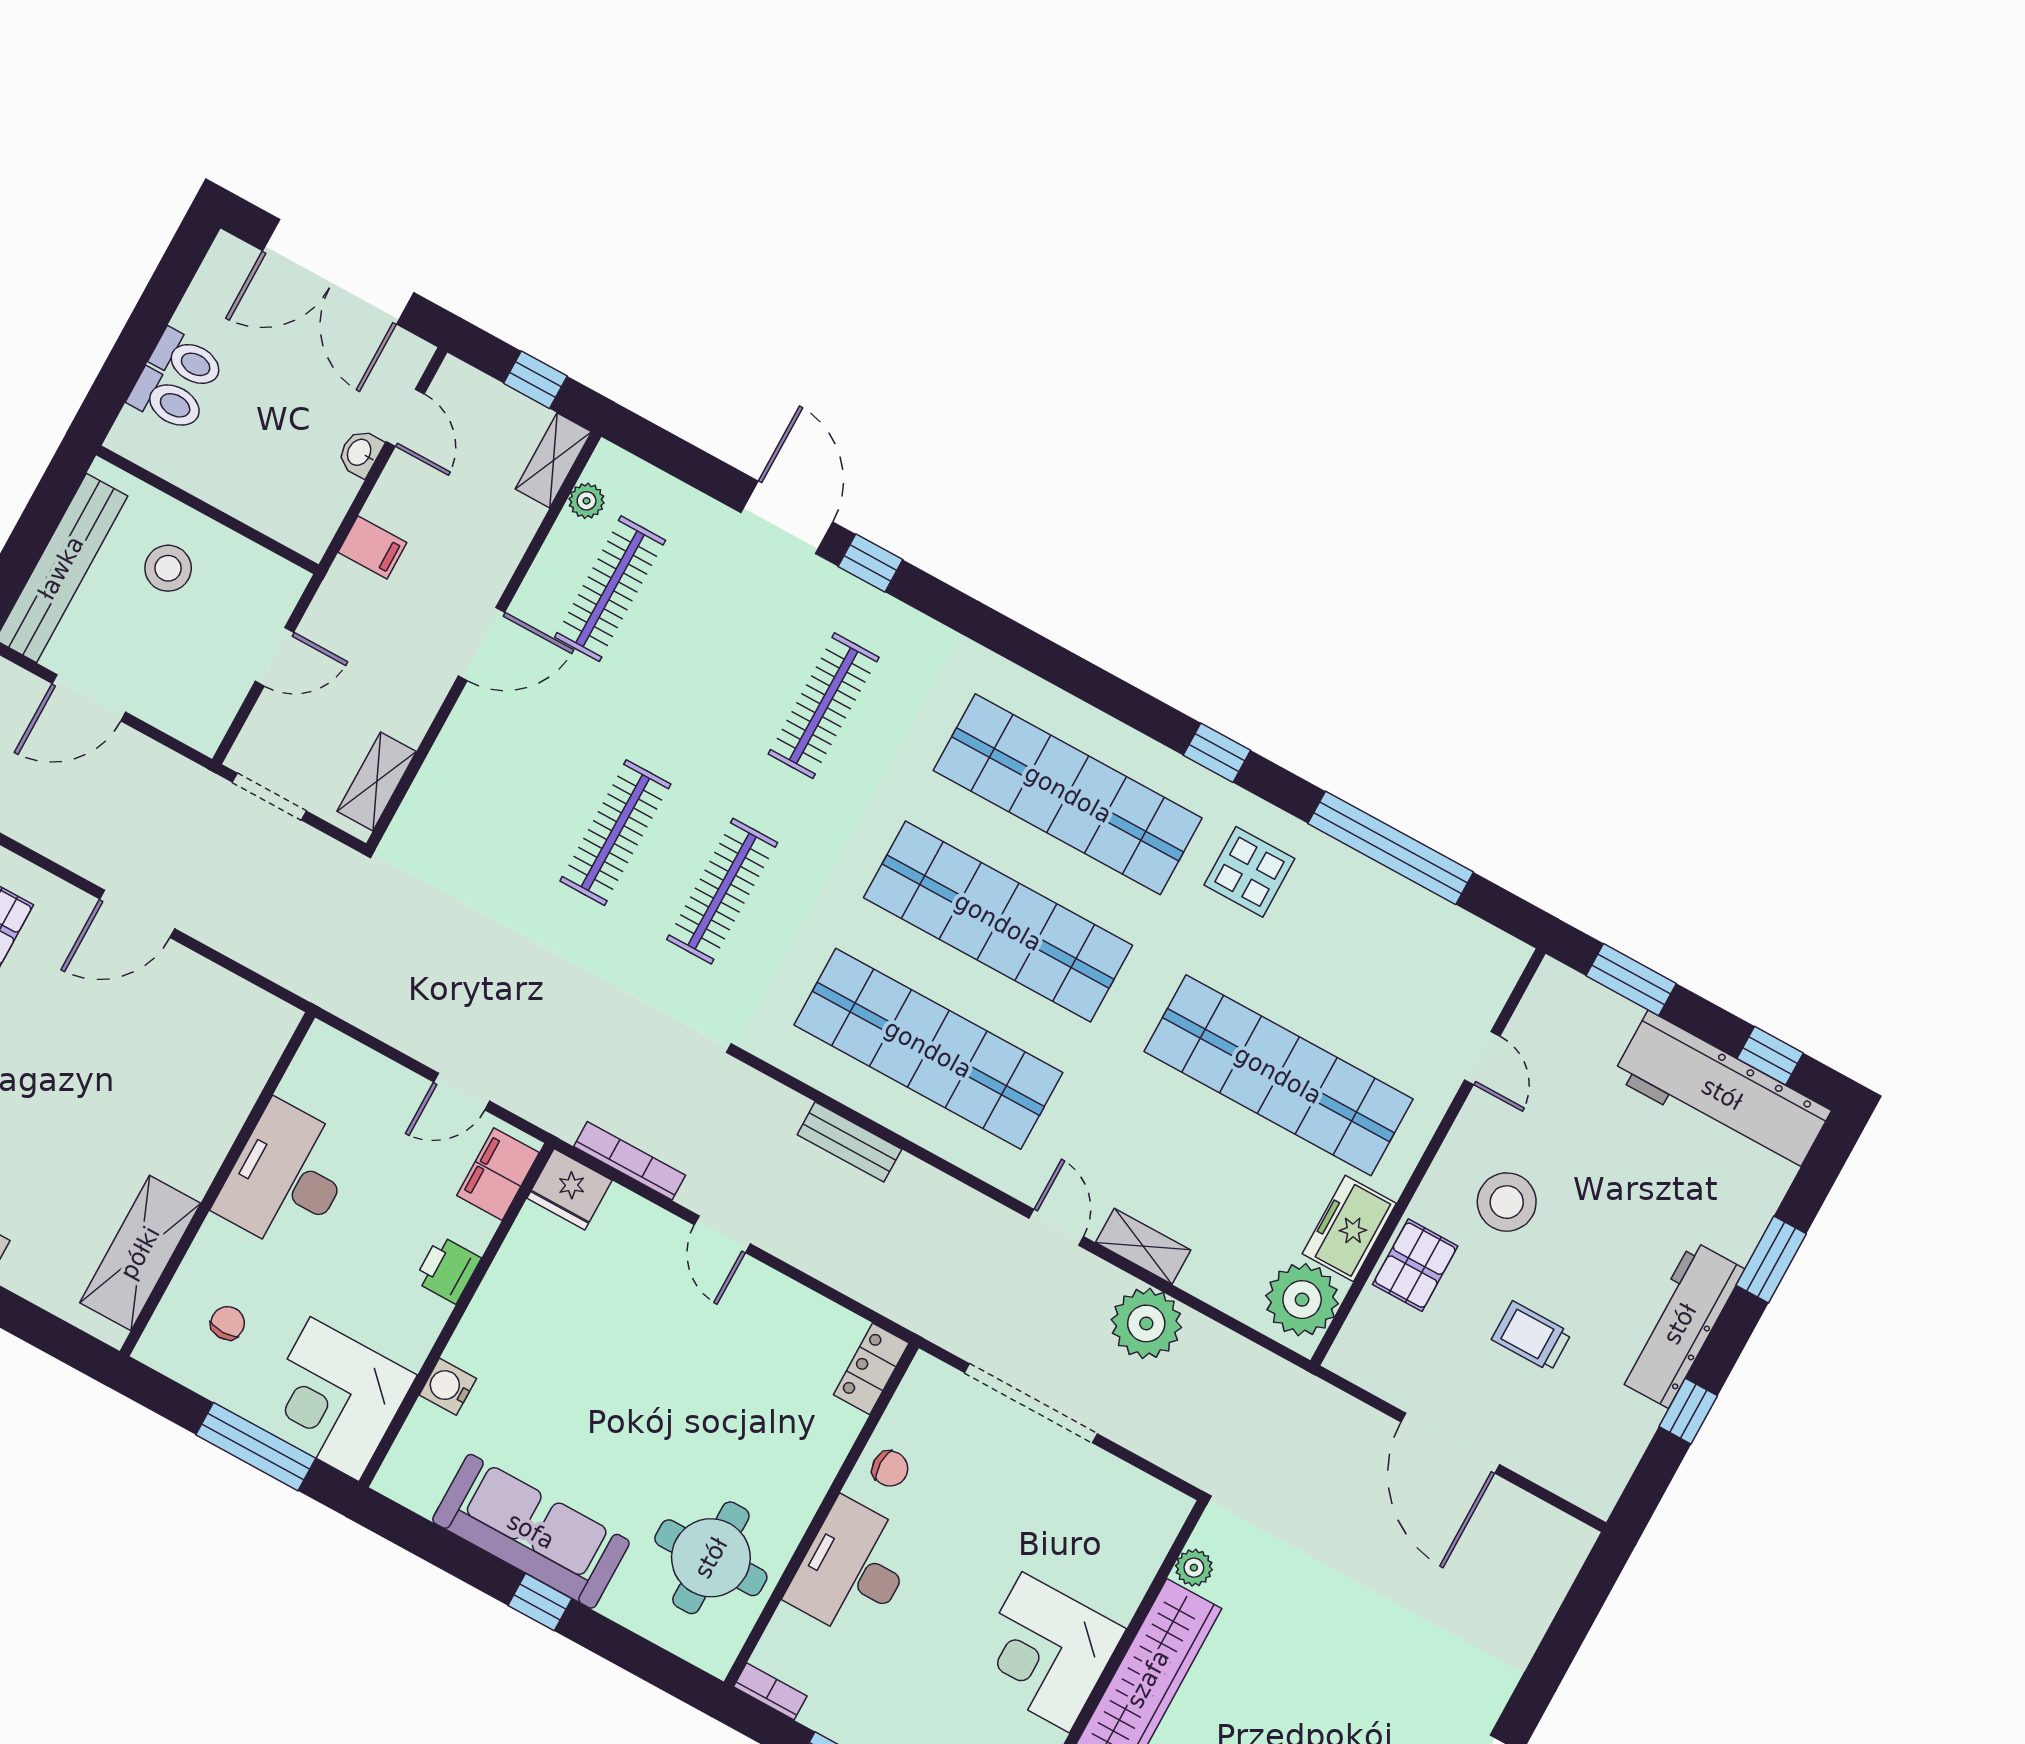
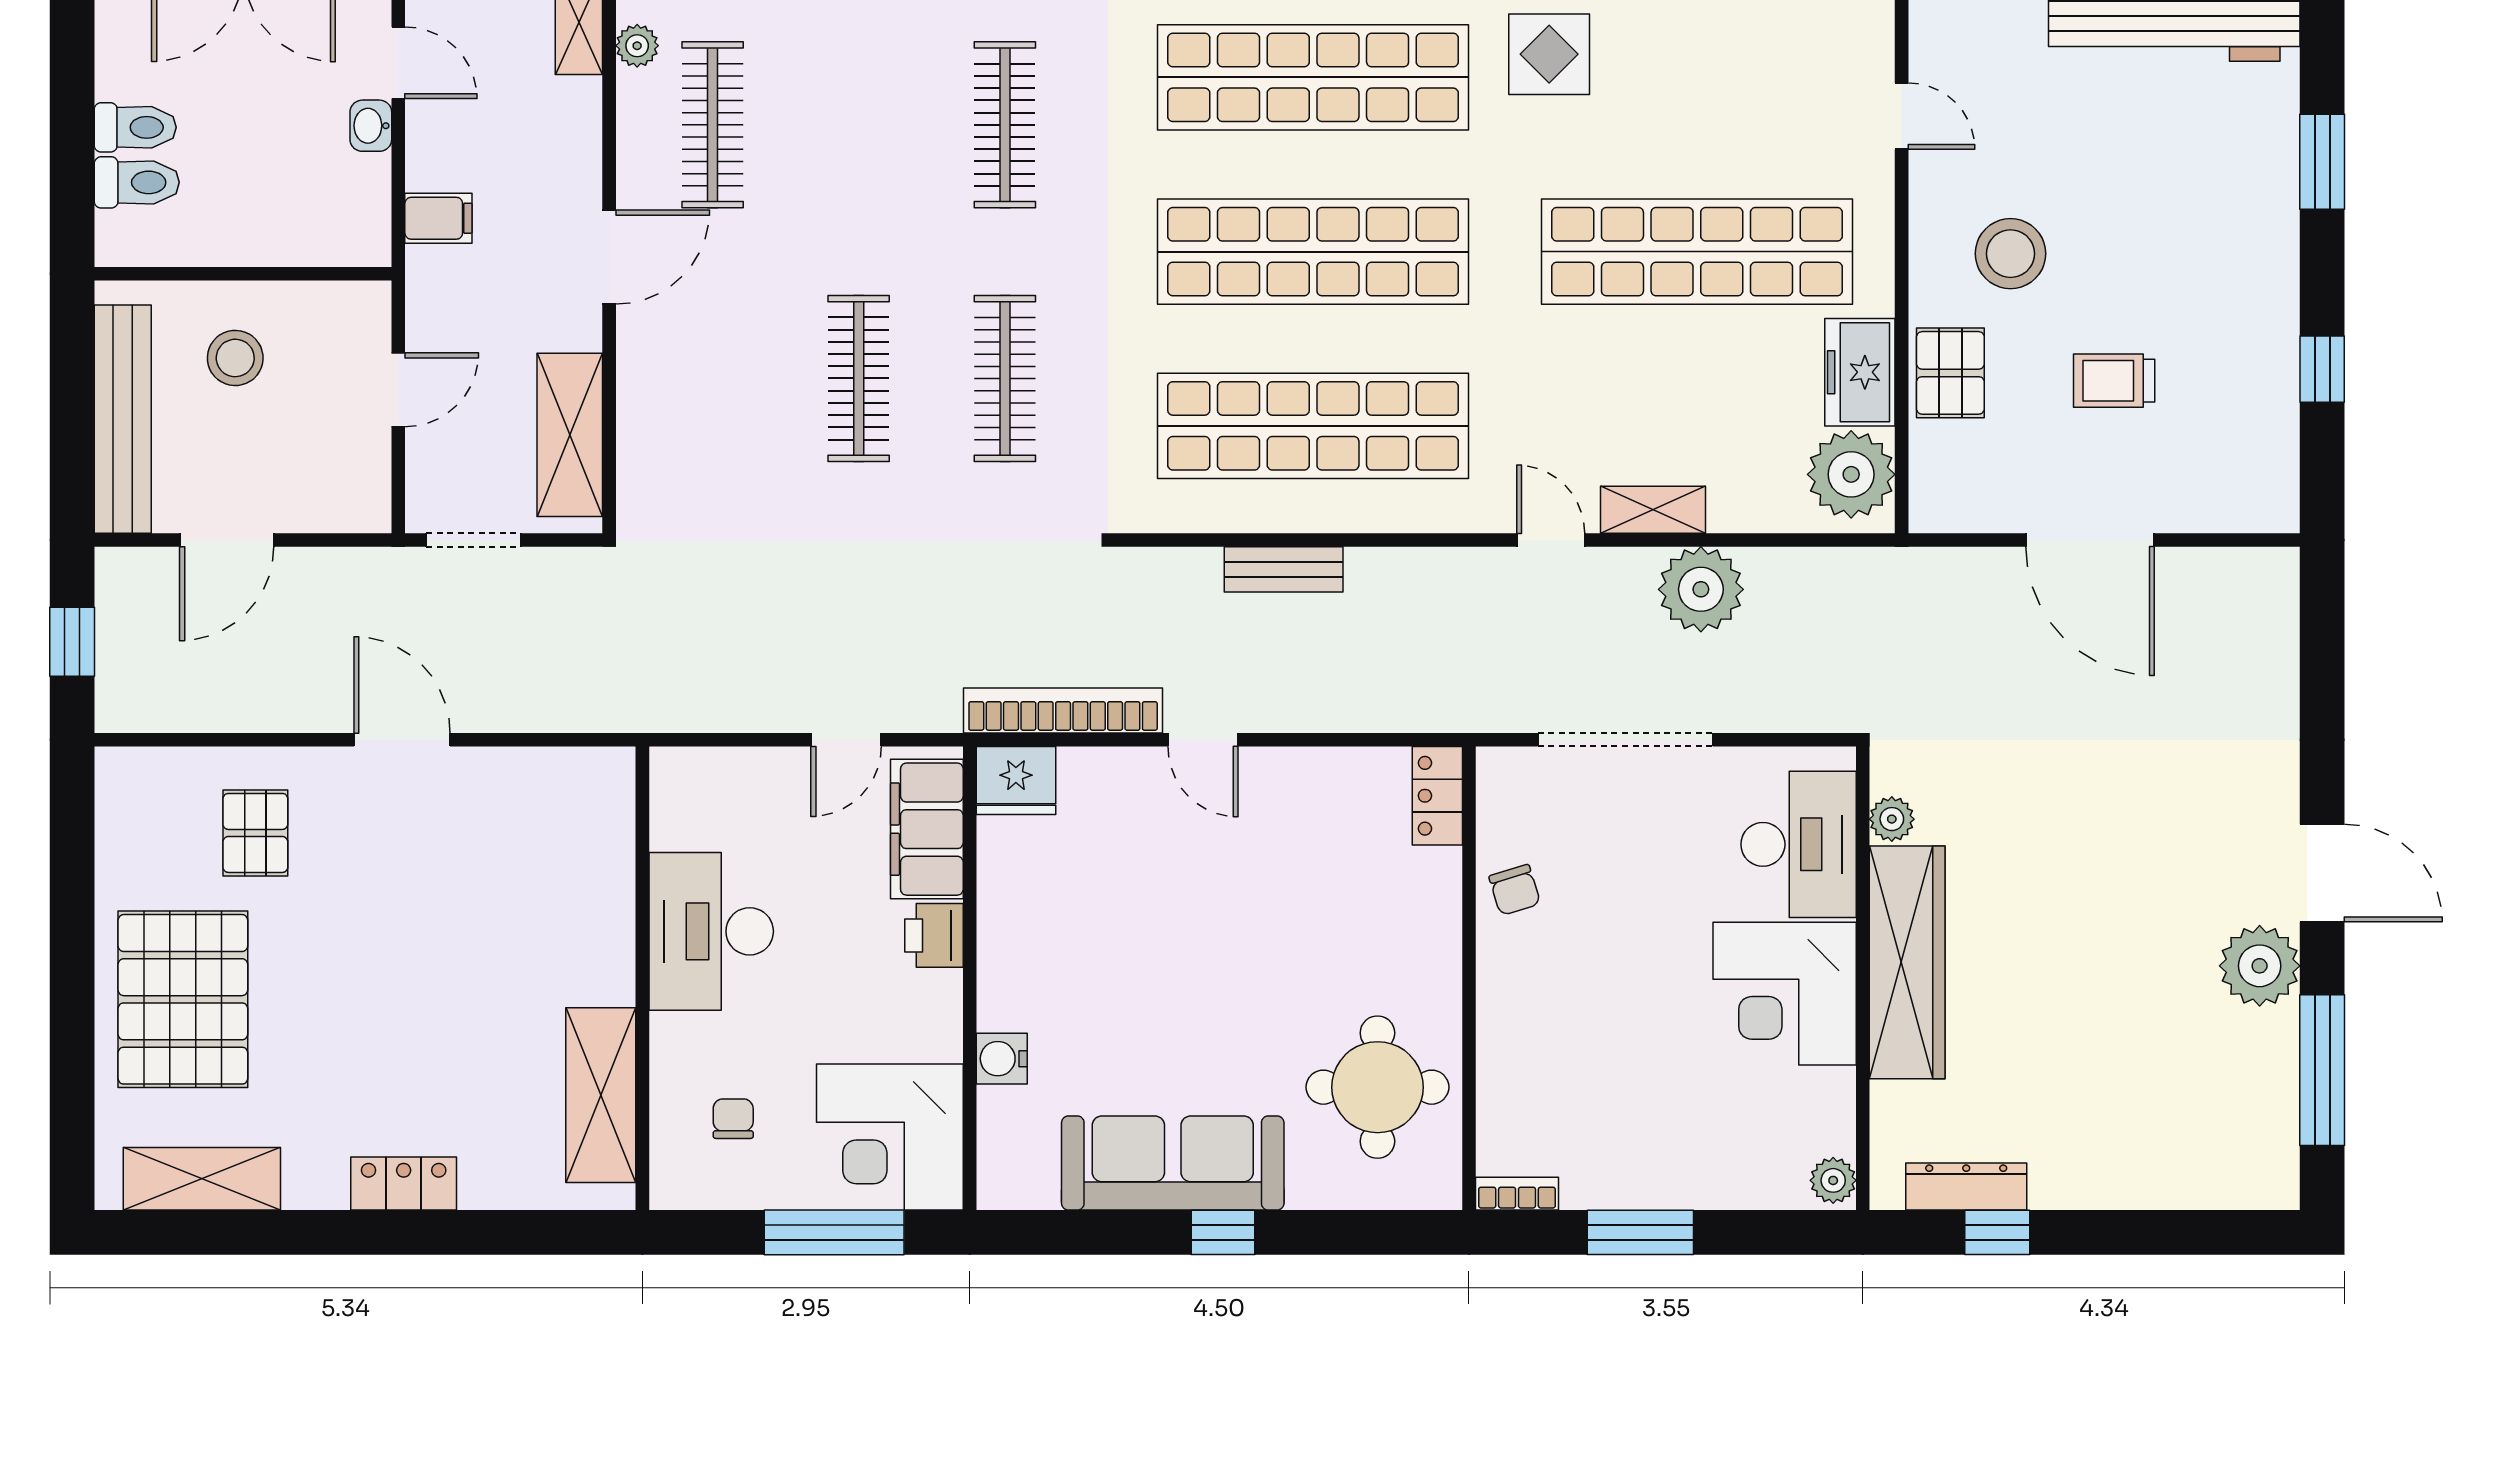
shelving: (377, 781) -> (570, 435), width x1.50, depth x1.33
door: (137, 914) -> (402, 740), swing flipped
bookcase: (630, 1161) -> (1063, 711), width x1.48, depth x1.31
filing cabinet: (498, 1174) -> (927, 829), width x1.50, depth x1.17
workbench: (1680, 1324) -> (2264, 282), removed
chair: (890, 1469) -> (1515, 890), turned 73
desk: (852, 1569) -> (1799, 844), moved, turned 180

